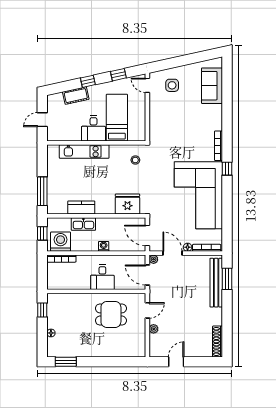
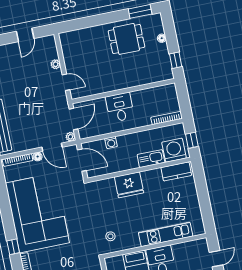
window: (42, 191) -> (201, 184), removed
fridge: (127, 204) -> (129, 185), moved
kitchen counter: (81, 208) -> (176, 171), moved
washing machine: (61, 242) -> (174, 150), moved, turned 180
washing machine: (104, 246) -> (111, 143), moved
door: (147, 275) -> (74, 119), hinge flipped
door: (147, 310) -> (66, 82), swing flipped
dining table: (111, 314) -> (126, 39), moved

